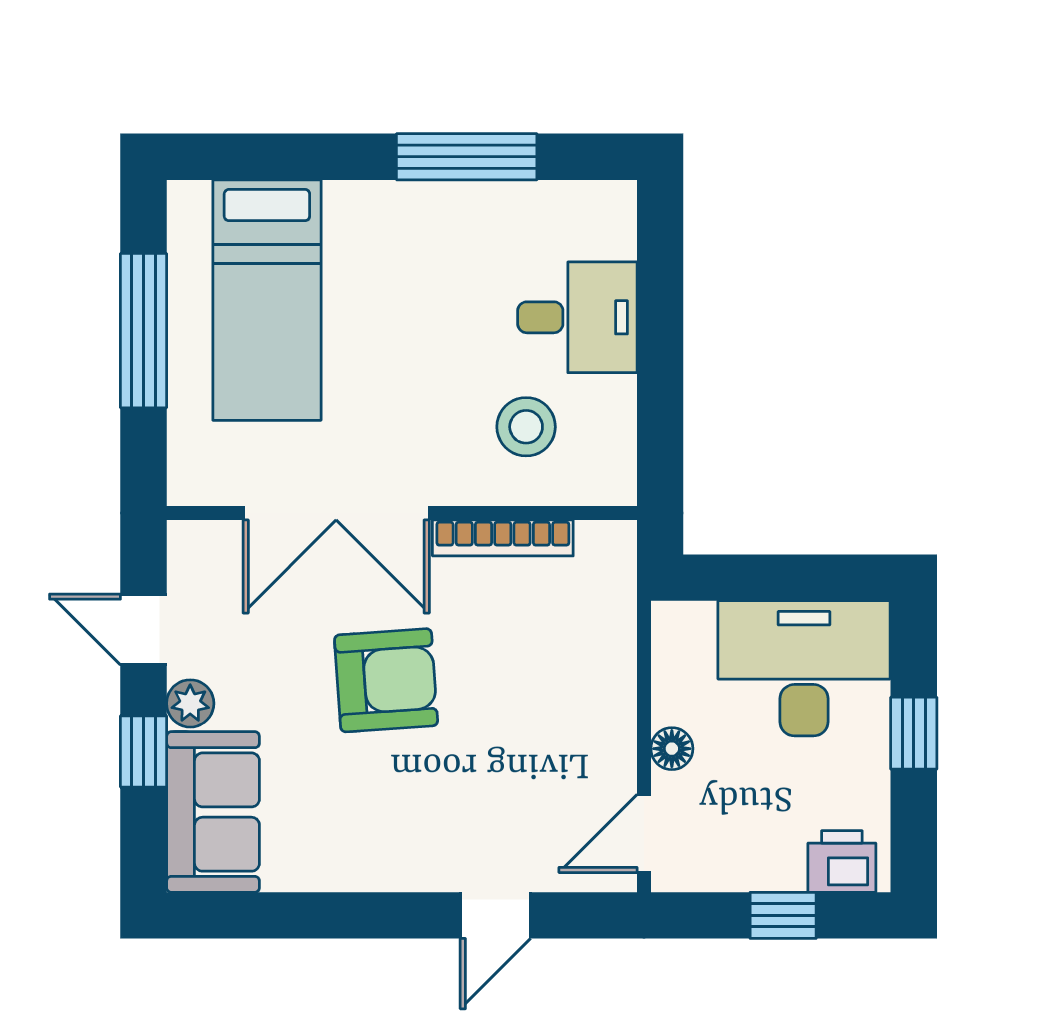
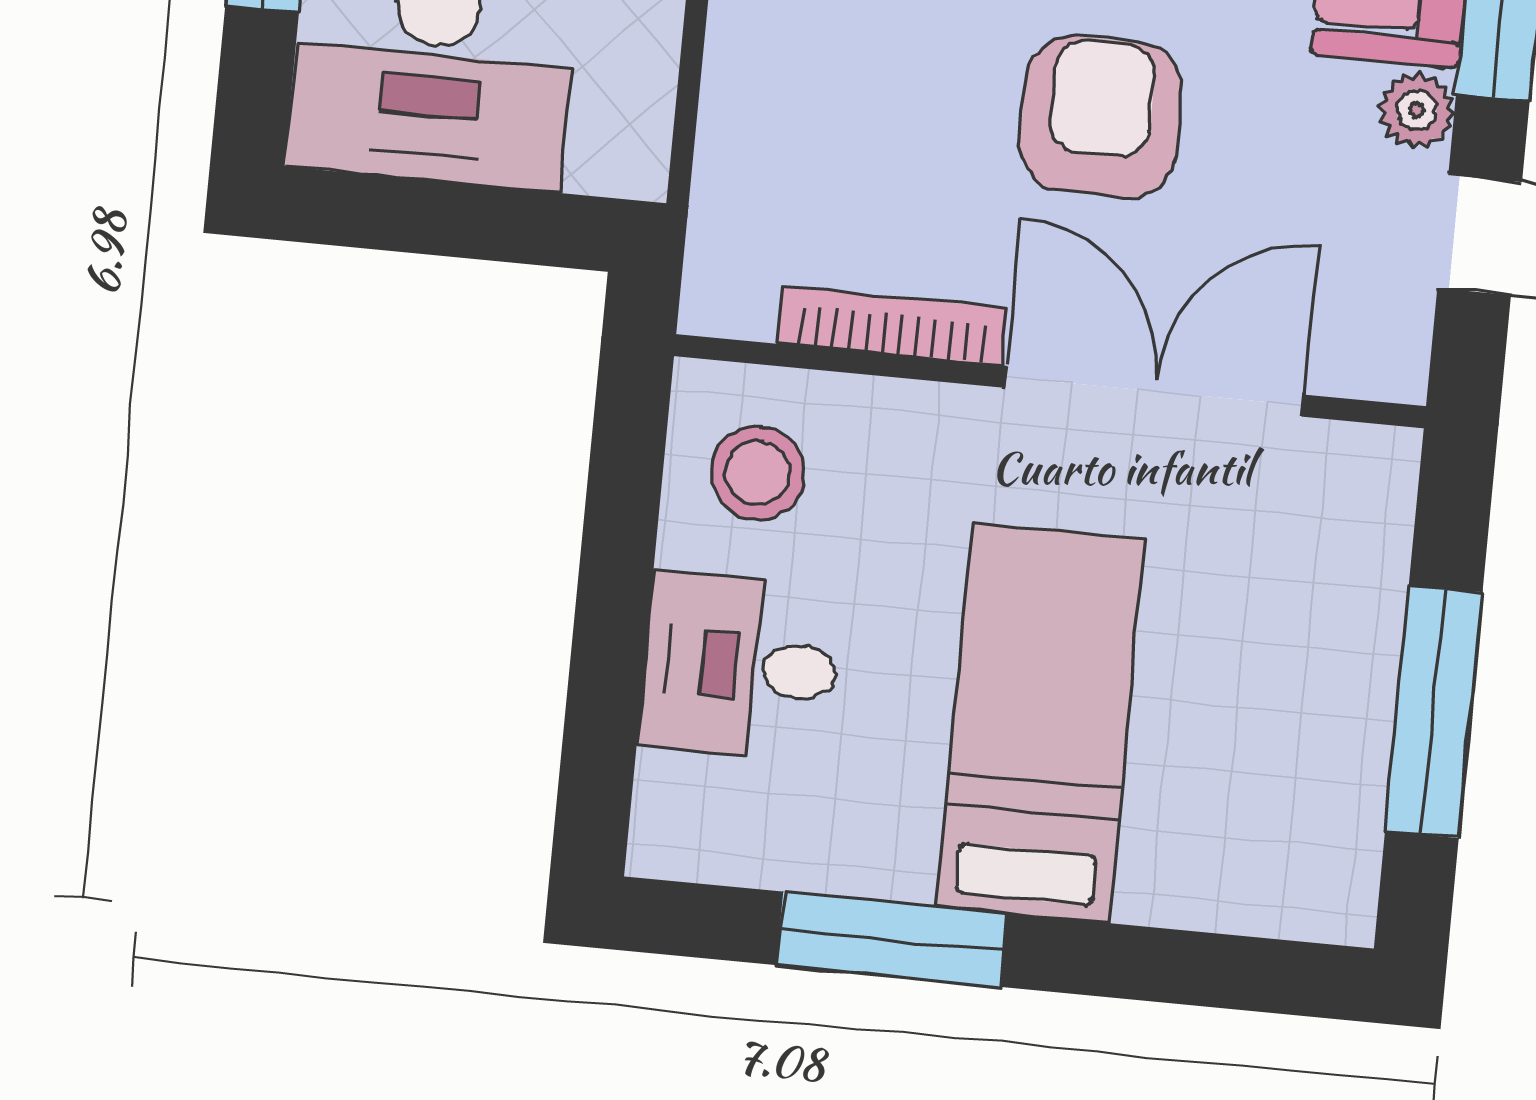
bed: (267, 300) -> (1040, 723), moved
stool: (526, 427) -> (758, 473), moved
armchair: (386, 680) -> (1101, 117), turned 94

